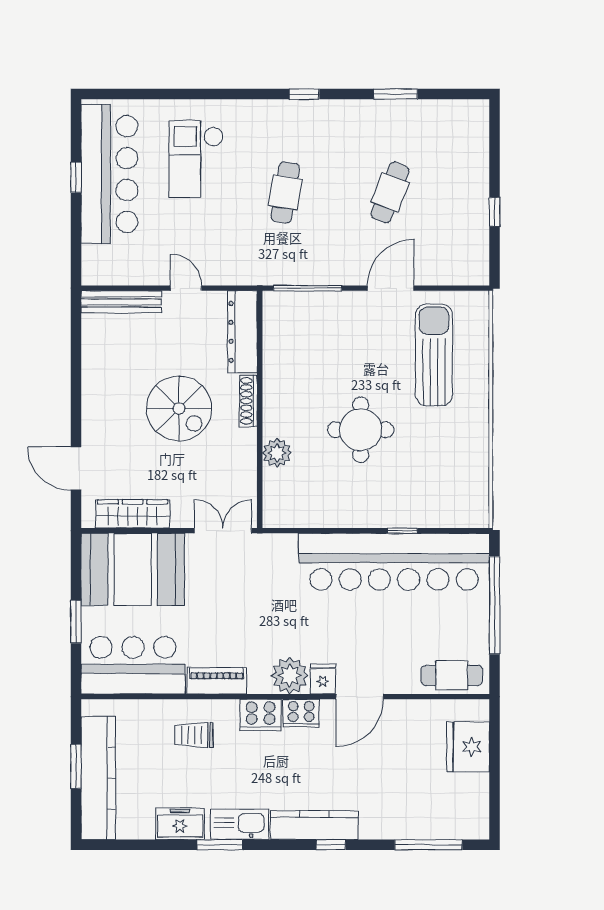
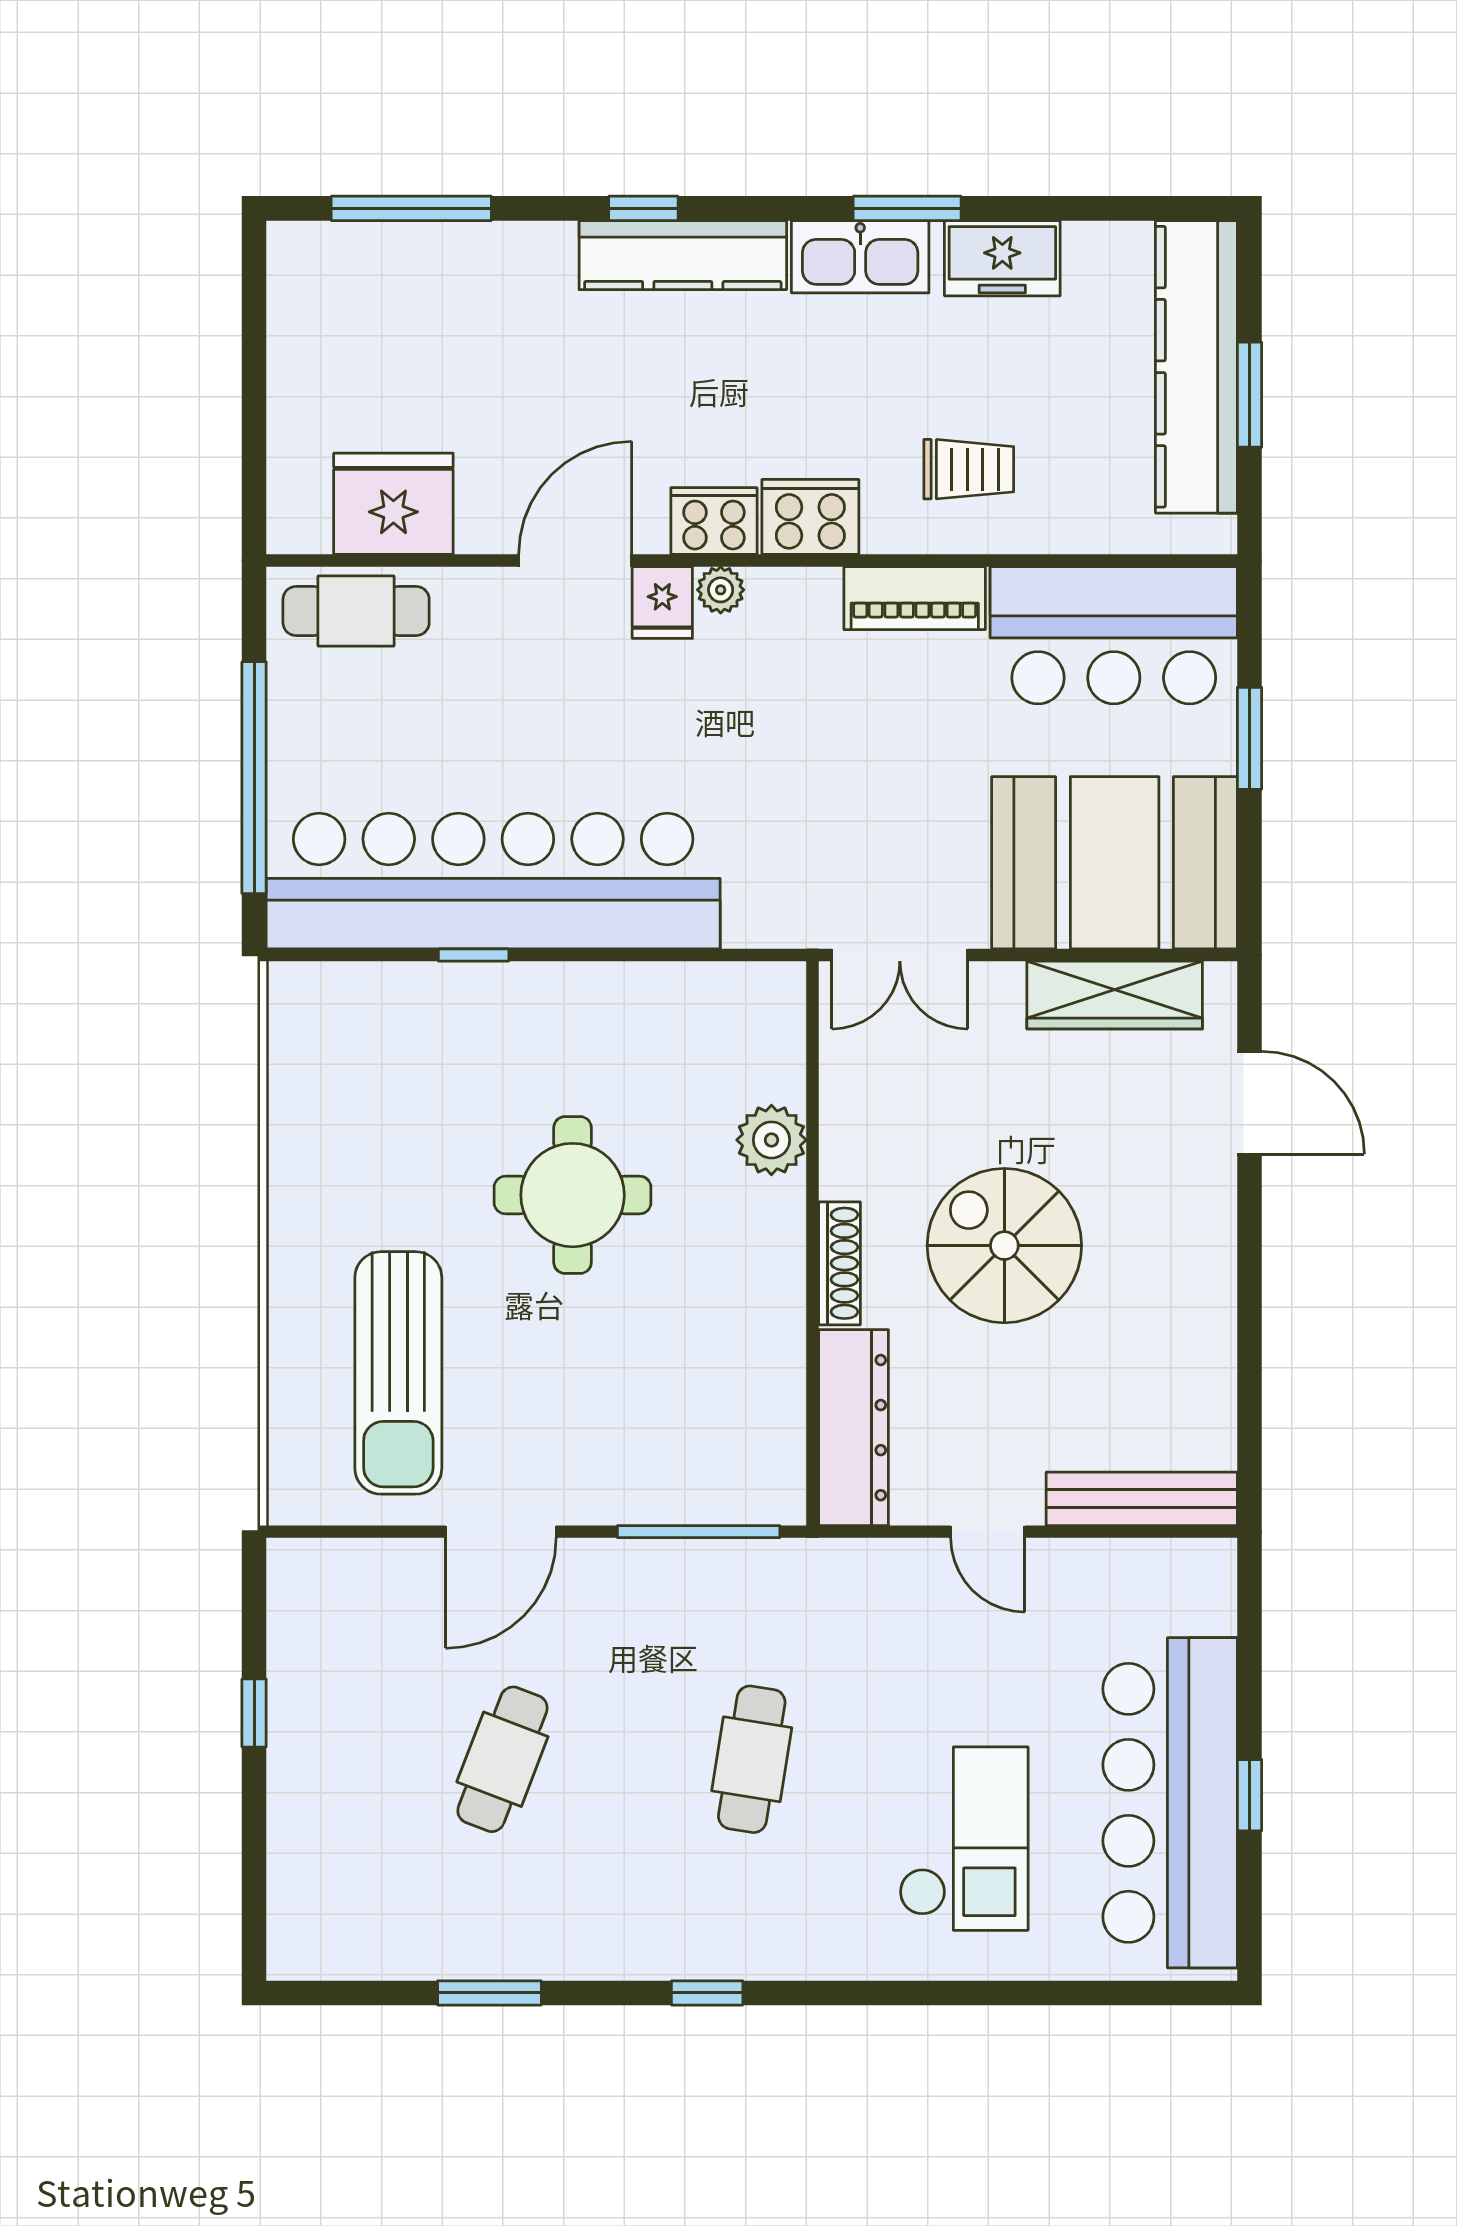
plant: (290, 676) -> (721, 590), width x0.53, depth x0.53
fridge: (468, 747) -> (393, 504), moved, turned -90

